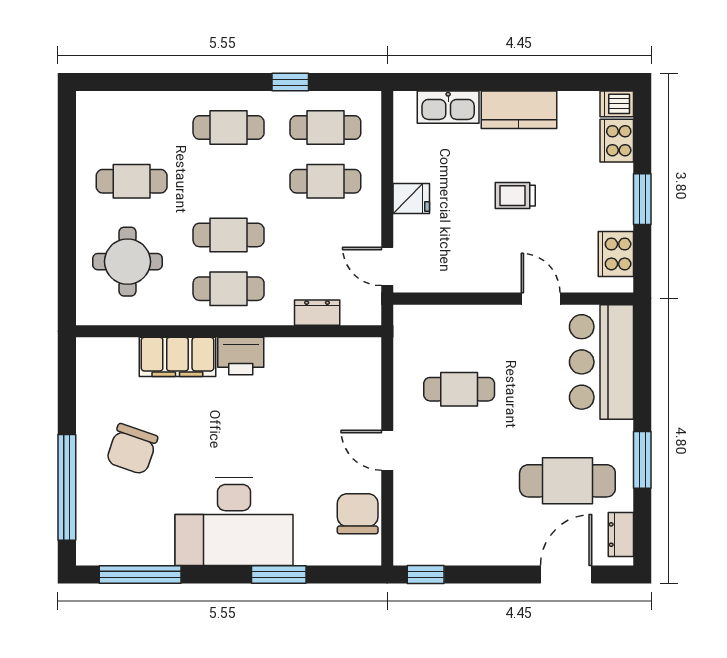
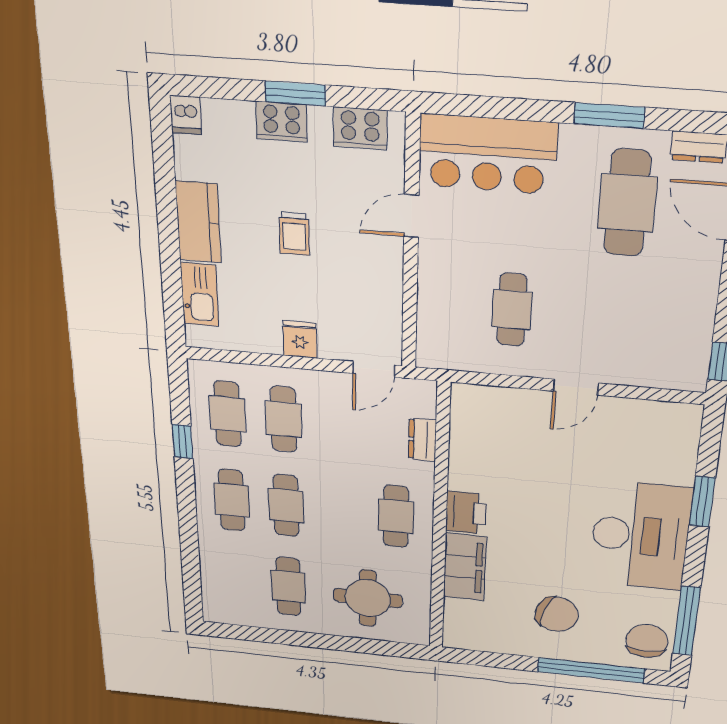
cooker: (617, 141) -> (282, 122), moved
cafe table: (229, 235) -> (286, 505), moved
chair: (358, 514) -> (647, 641), moved, turned 90

